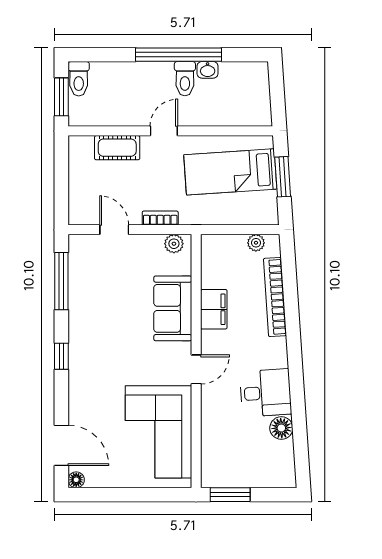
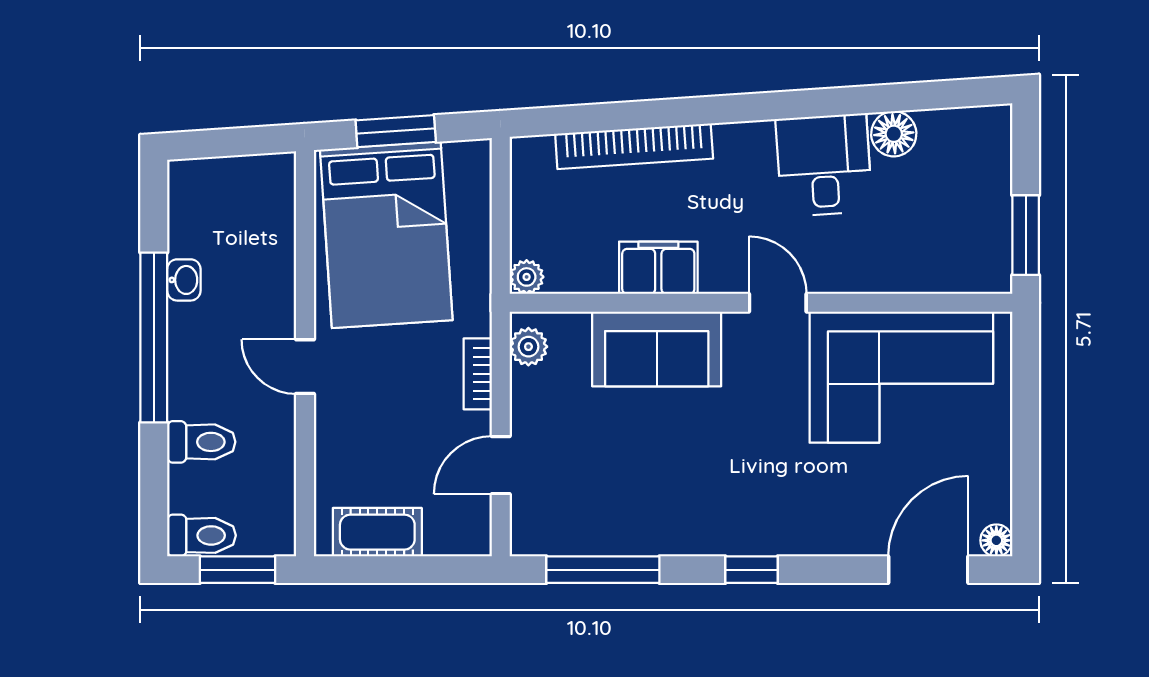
toilet: (185, 79) -> (201, 442), moved
cot: (117, 148) -> (377, 532), moved, turned 90
bed: (230, 172) -> (386, 235), width x1.50
plant: (256, 243) -> (527, 277), moved

